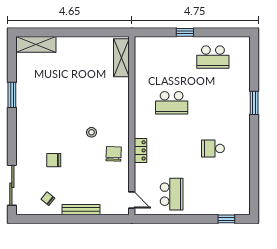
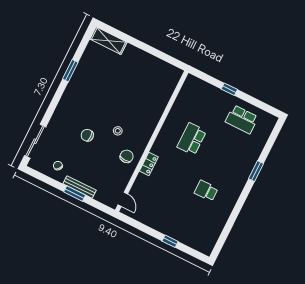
shelving: (121, 58) -> (170, 84), removed
school desk: (172, 103) -> (192, 139), turned 90
chair: (54, 160) -> (87, 135), moved
school desk: (172, 194) -> (156, 210), removed
window: (79, 219) -> (75, 194), added
window: (226, 219) -> (170, 241), moved

